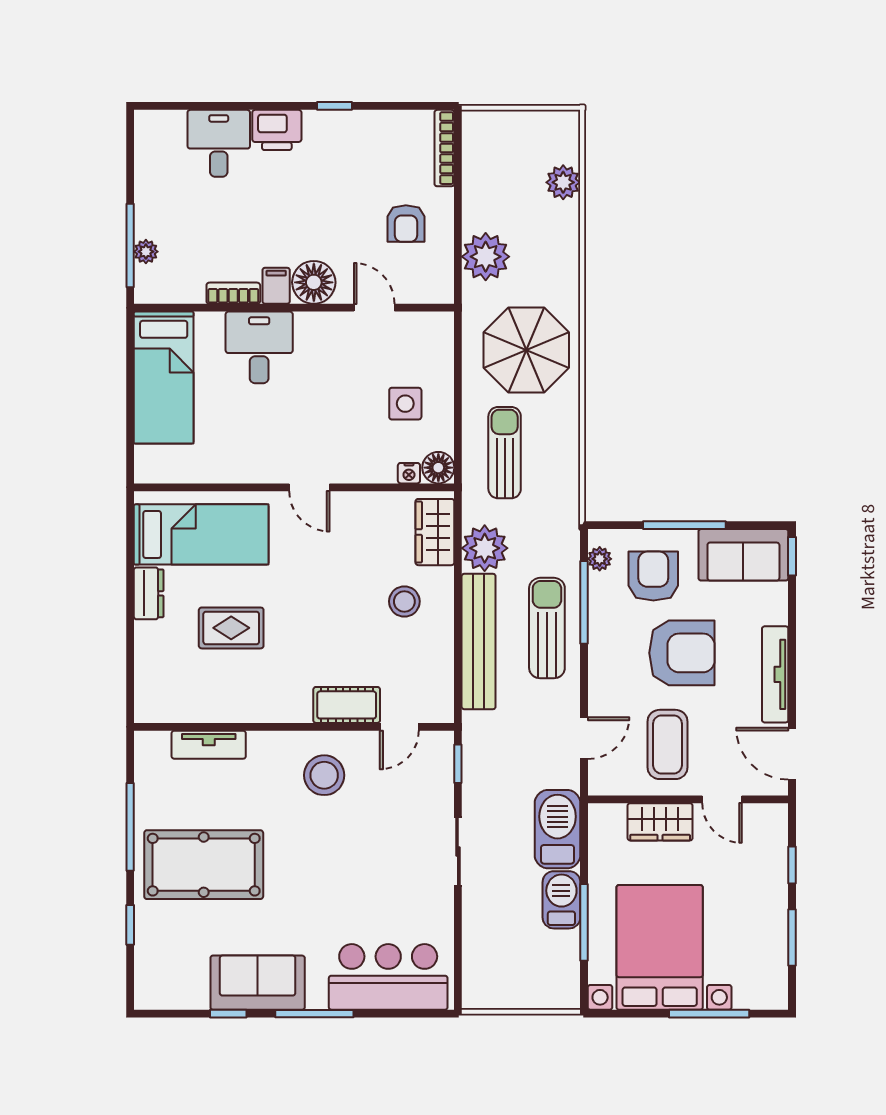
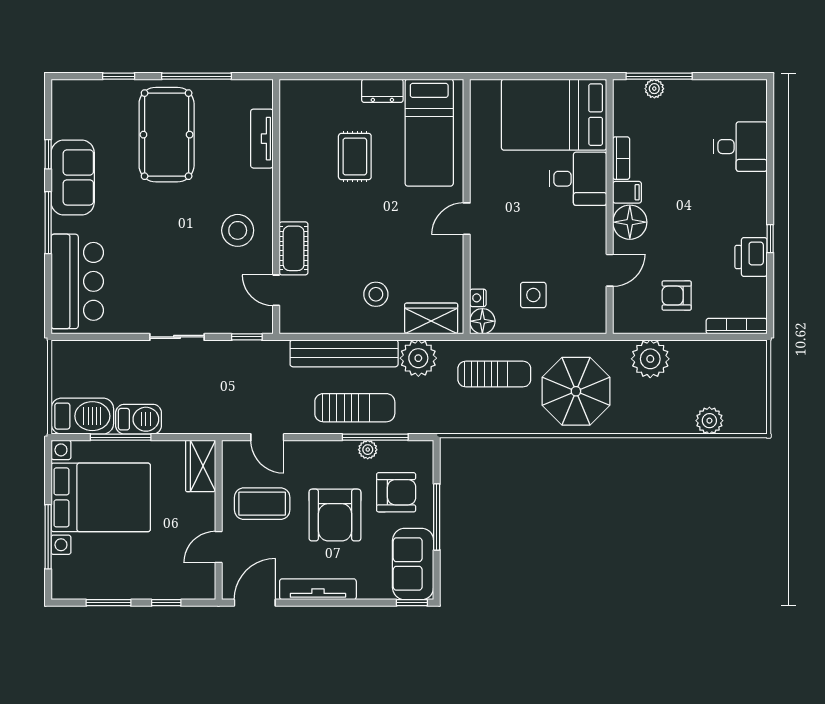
printer: (277, 130) -> (751, 257), moved
bed: (164, 378) -> (554, 115), width x1.50
plant: (600, 559) -> (368, 450), moved
wardrobe: (660, 822) -> (201, 466), moved
barbecue: (558, 829) -> (82, 416), moved

